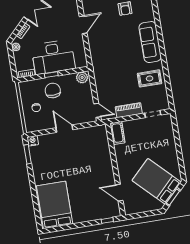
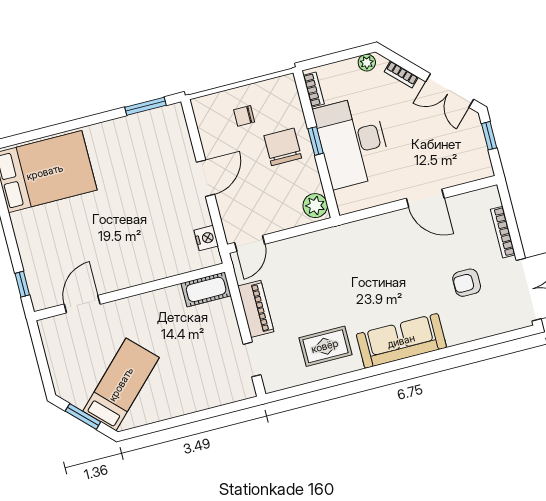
rug: (150, 78) -> (325, 346), turned 90
chair: (53, 90) -> (283, 147), turned -90
nightstand: (33, 141) -> (206, 238), moved
bed: (157, 181) -> (121, 384), width x0.67

